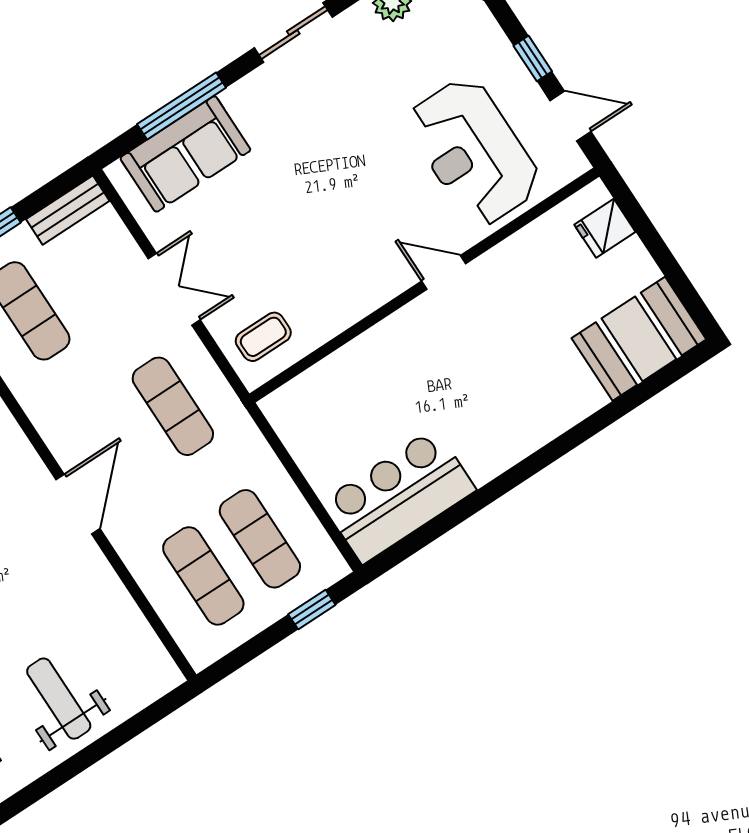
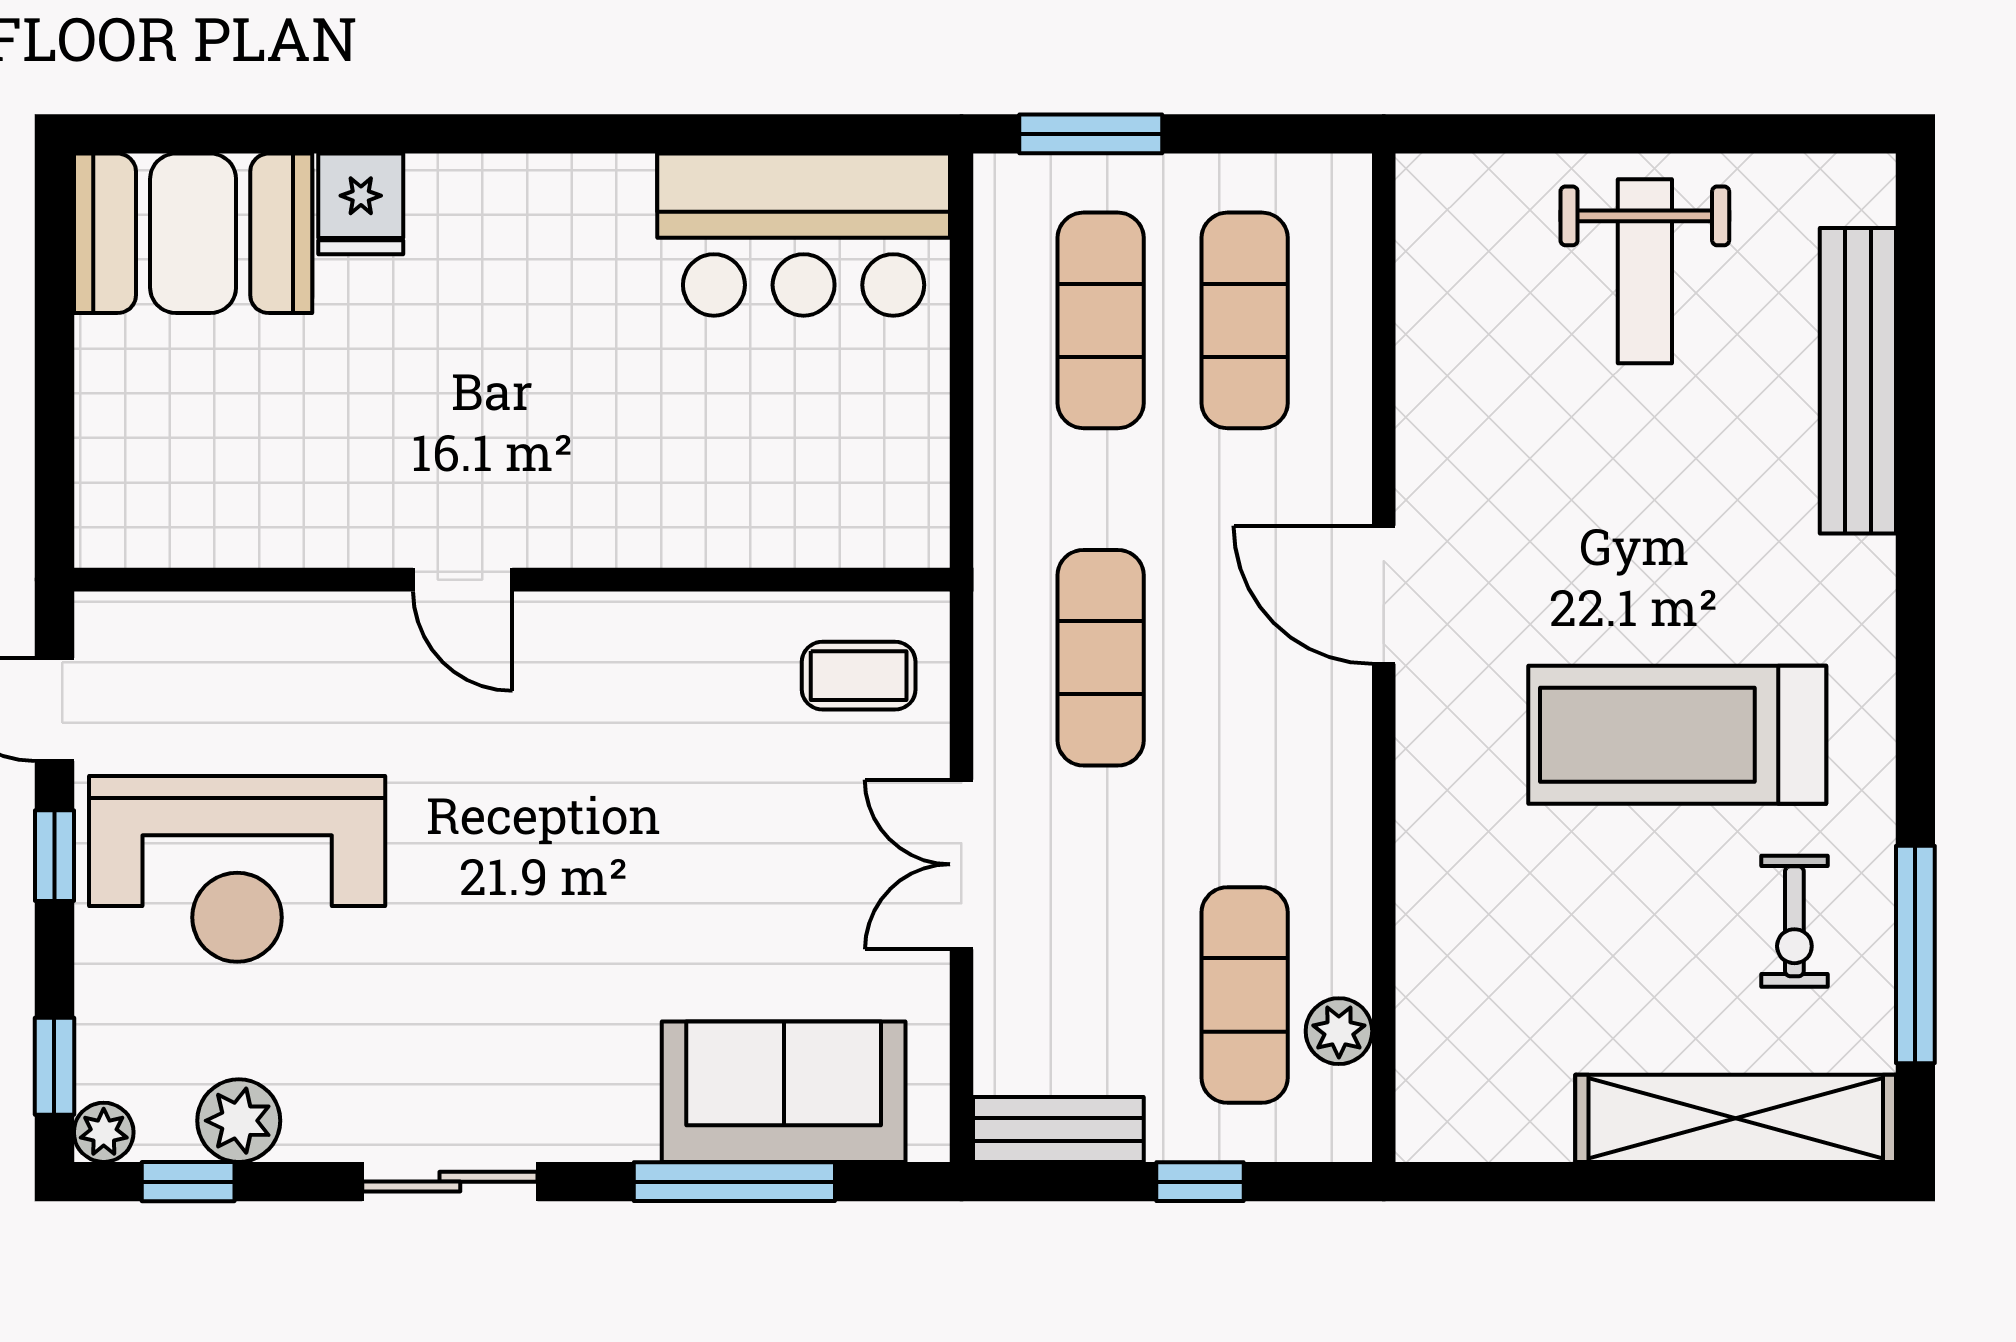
reception desk: (473, 152) -> (237, 869), moved, turned 90
fridge: (605, 228) -> (361, 204), moved, turned 90
door: (78, 504) -> (1384, 595), hinge flipped
window: (312, 609) -> (1091, 134), width x1.50

